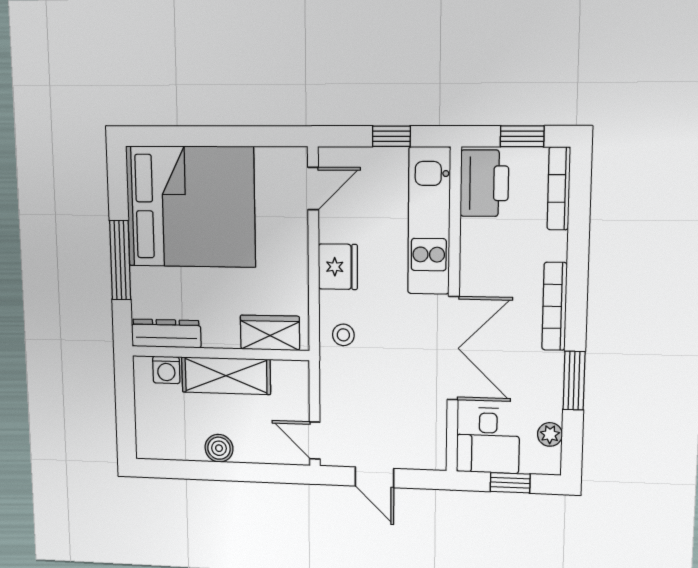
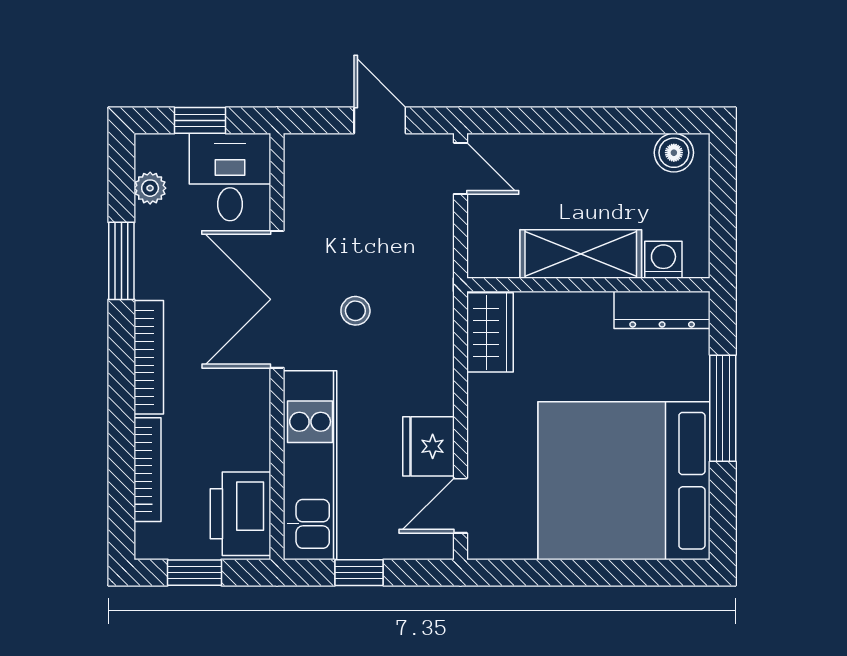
bookcase: (559, 188) -> (147, 470), moved
fridge: (338, 267) -> (428, 446), moved
wardrobe: (270, 333) -> (490, 332), moved, turned -90
stool: (343, 335) -> (355, 311), moved
boiler: (219, 448) -> (674, 153), moved

